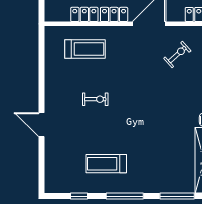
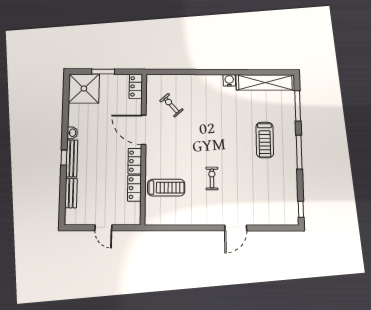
treadmill: (85, 49) -> (166, 188), turned 90
treadmill: (106, 164) -> (265, 140), moved
window: (79, 196) -> (301, 209), moved

